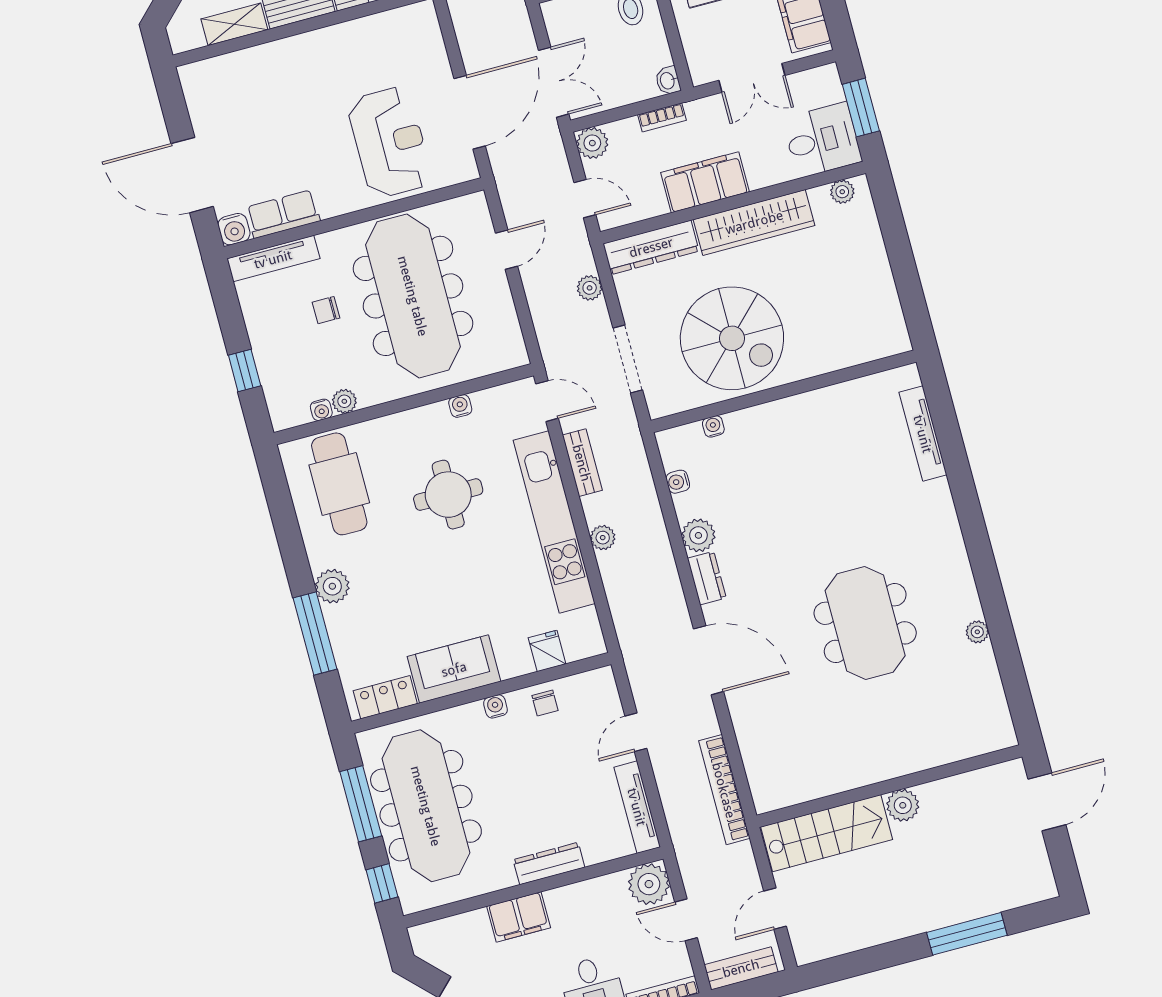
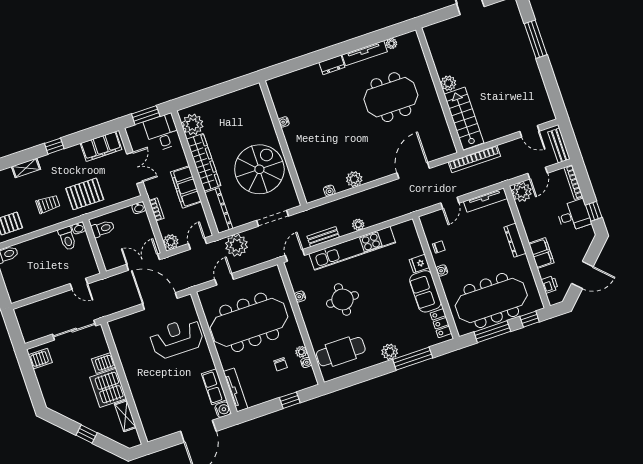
plant: (842, 192) -> (193, 124), width x1.88, depth x1.88
door: (506, 250) -> (224, 279), hinge flipped
plant: (590, 288) -> (237, 245), width x1.87, depth x1.87
chair: (326, 310) -> (281, 364), moved
water cooler: (713, 426) -> (284, 122), moved
tv unit: (923, 434) -> (365, 53), moved
dresser: (707, 578) -> (332, 65), moved, turned 180
fridge: (547, 651) -> (419, 264), moved
door: (636, 732) -> (450, 203), hinge flipped
wall: (889, 786) -> (440, 90), moved
plant: (903, 805) -> (448, 83), moved
stairs: (827, 833) -> (464, 119), moved
printer: (452, 930) -> (550, 284), added

